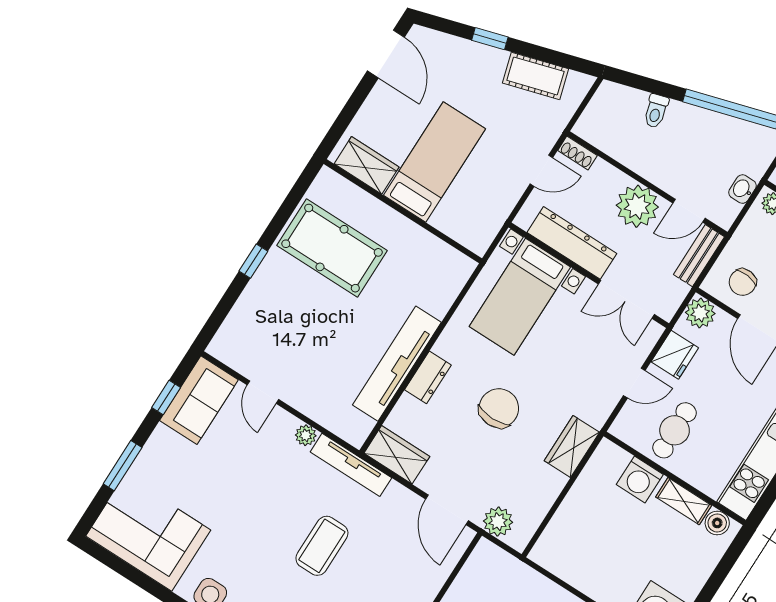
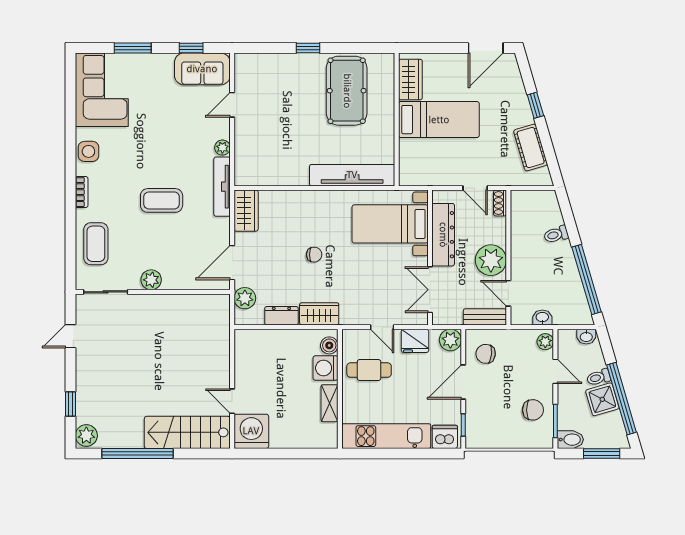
tv unit: (397, 364) -> (352, 175), moved
dresser: (428, 377) -> (281, 316), moved, turned 180
chair: (499, 408) -> (314, 255), width x0.54, depth x0.54
boiler: (717, 523) -> (329, 345), moved

